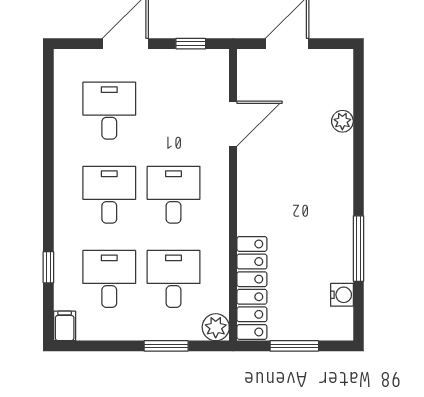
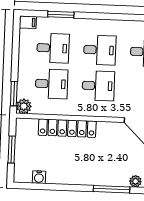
window: (358, 249) -> (112, 189), moved
window: (48, 267) -> (61, 15), width x1.50
locker: (252, 288) -> (67, 128), moved
window: (166, 346) -> (14, 94), moved

